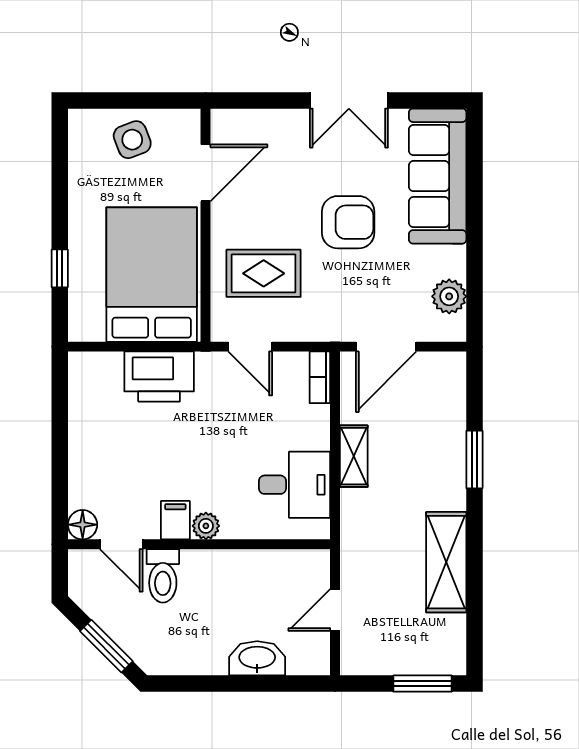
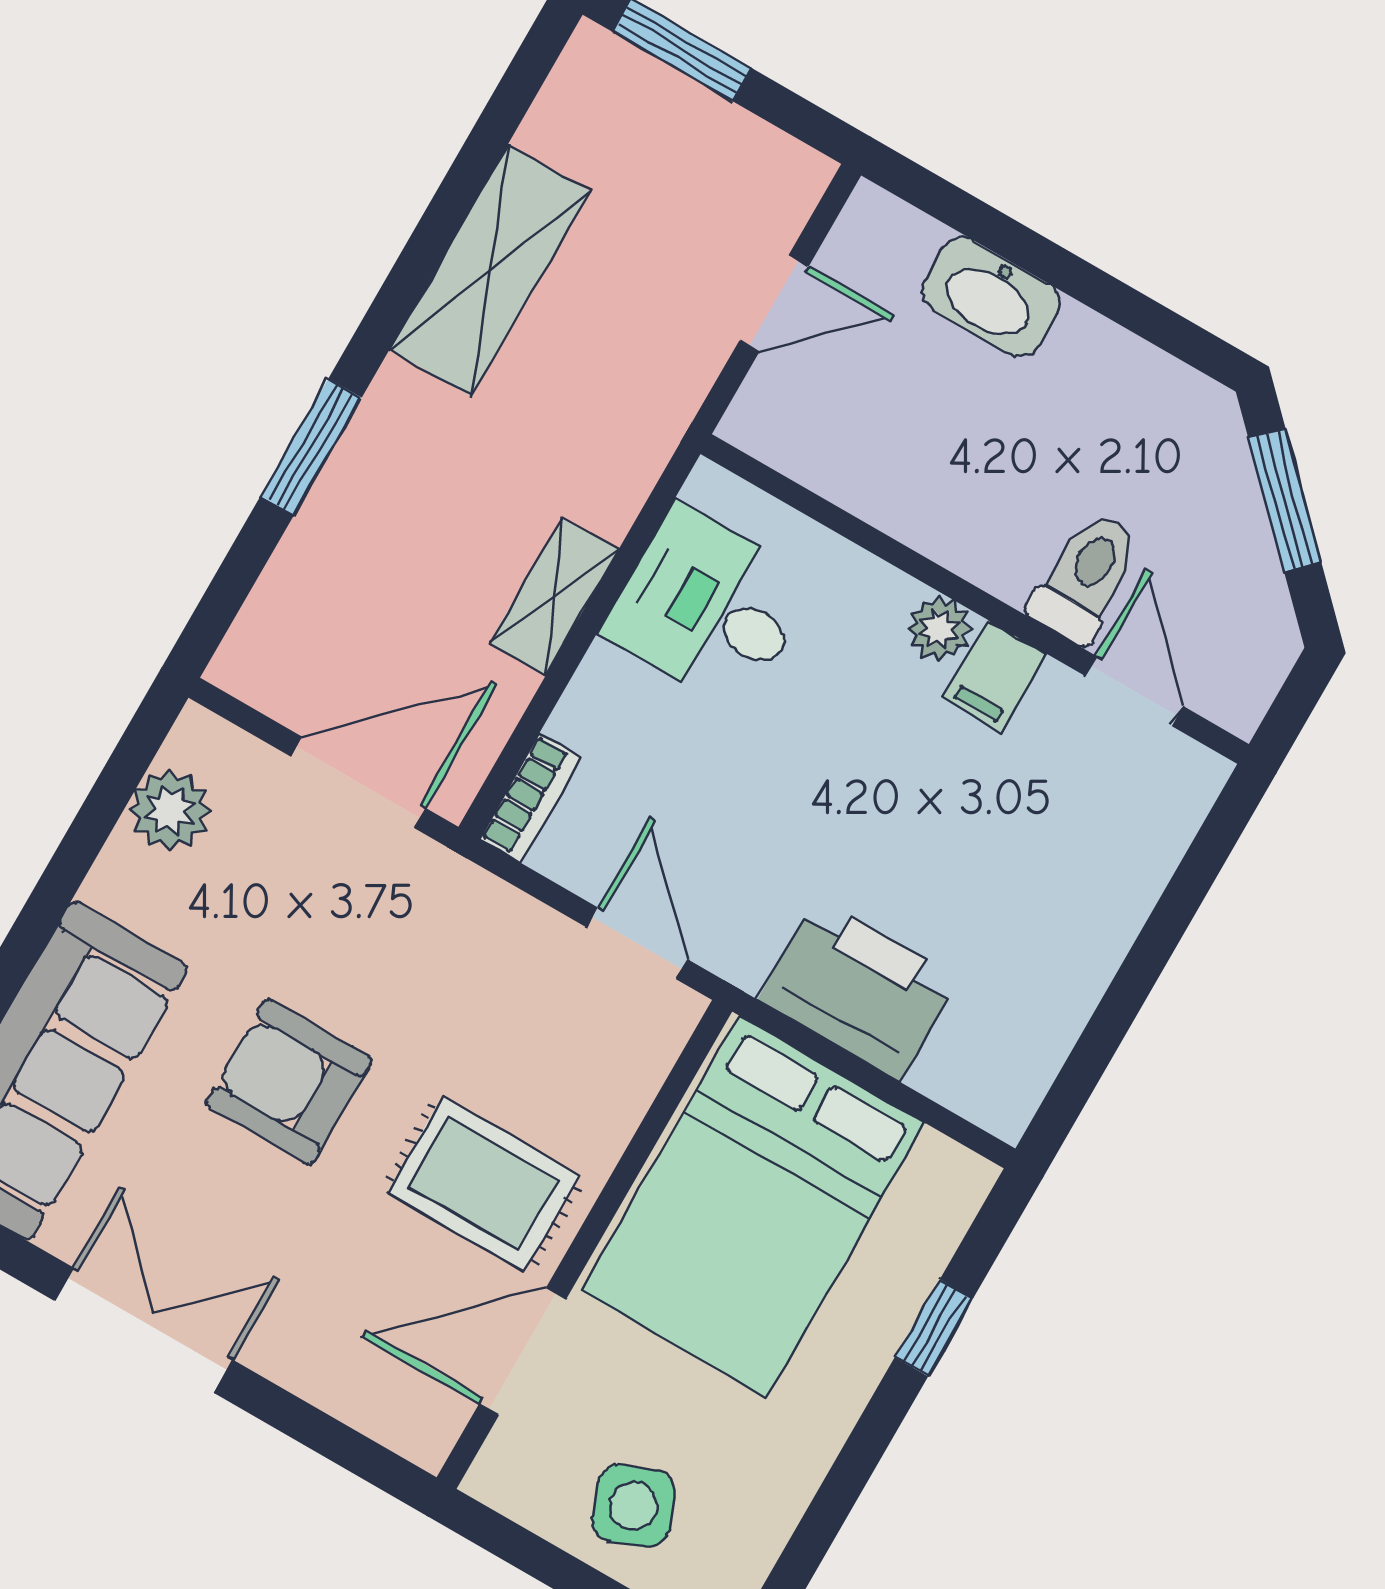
rug: (264, 273) -> (483, 1184), moved
floor lamp: (83, 525) -> (1190, 777), removed

